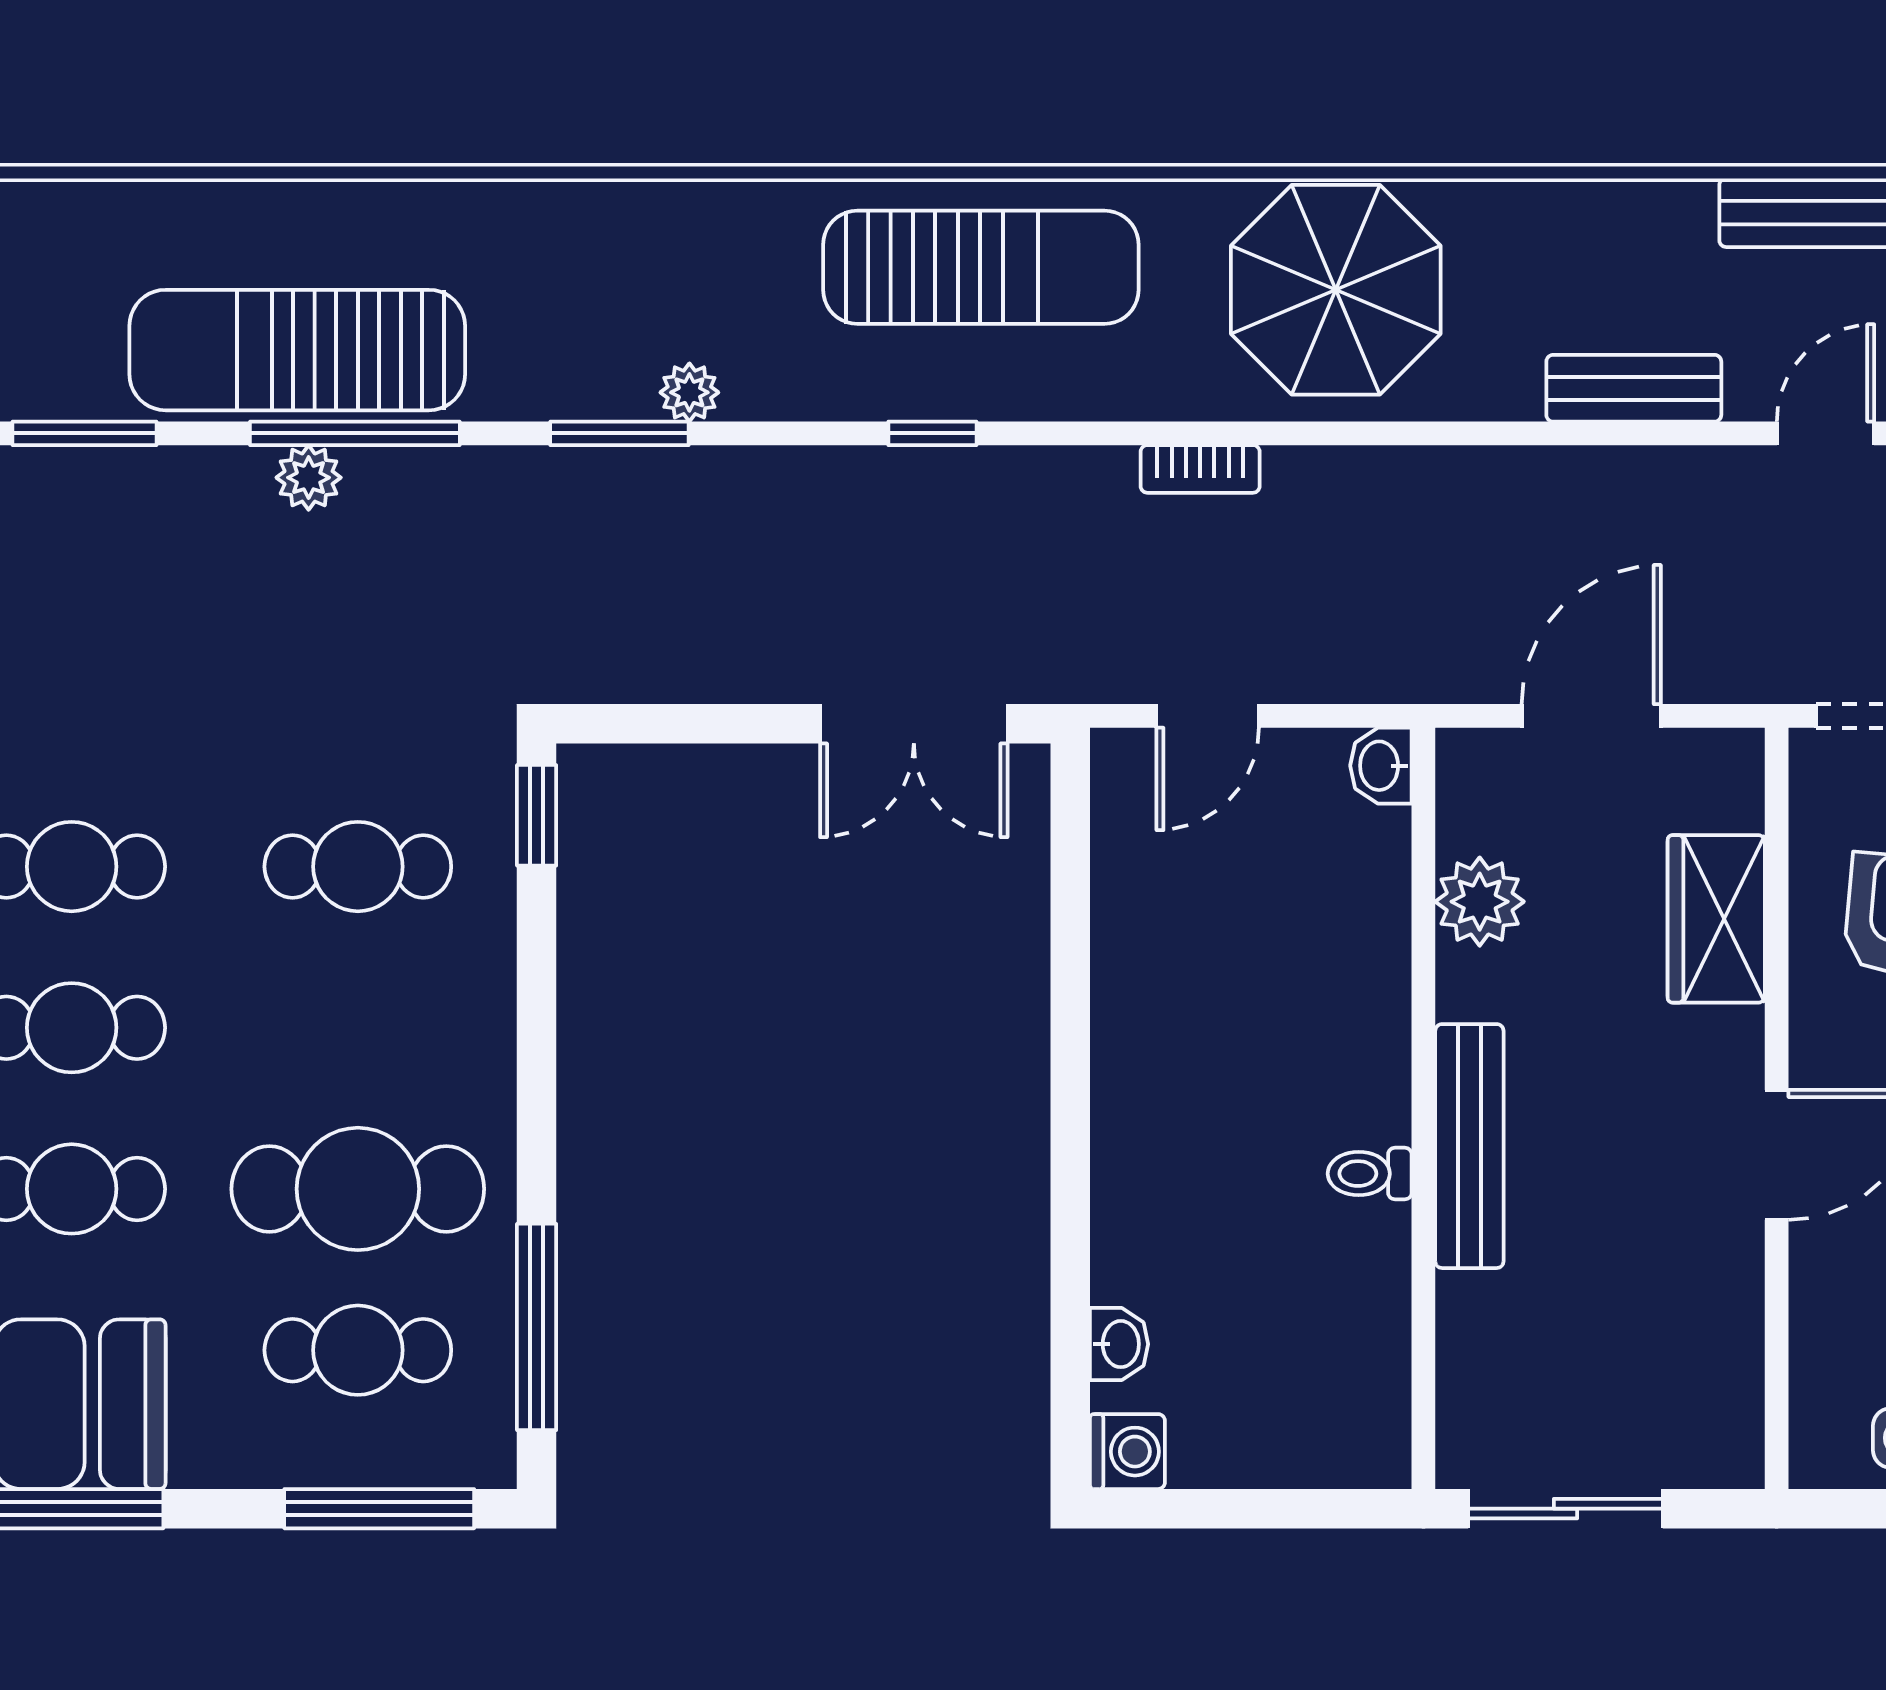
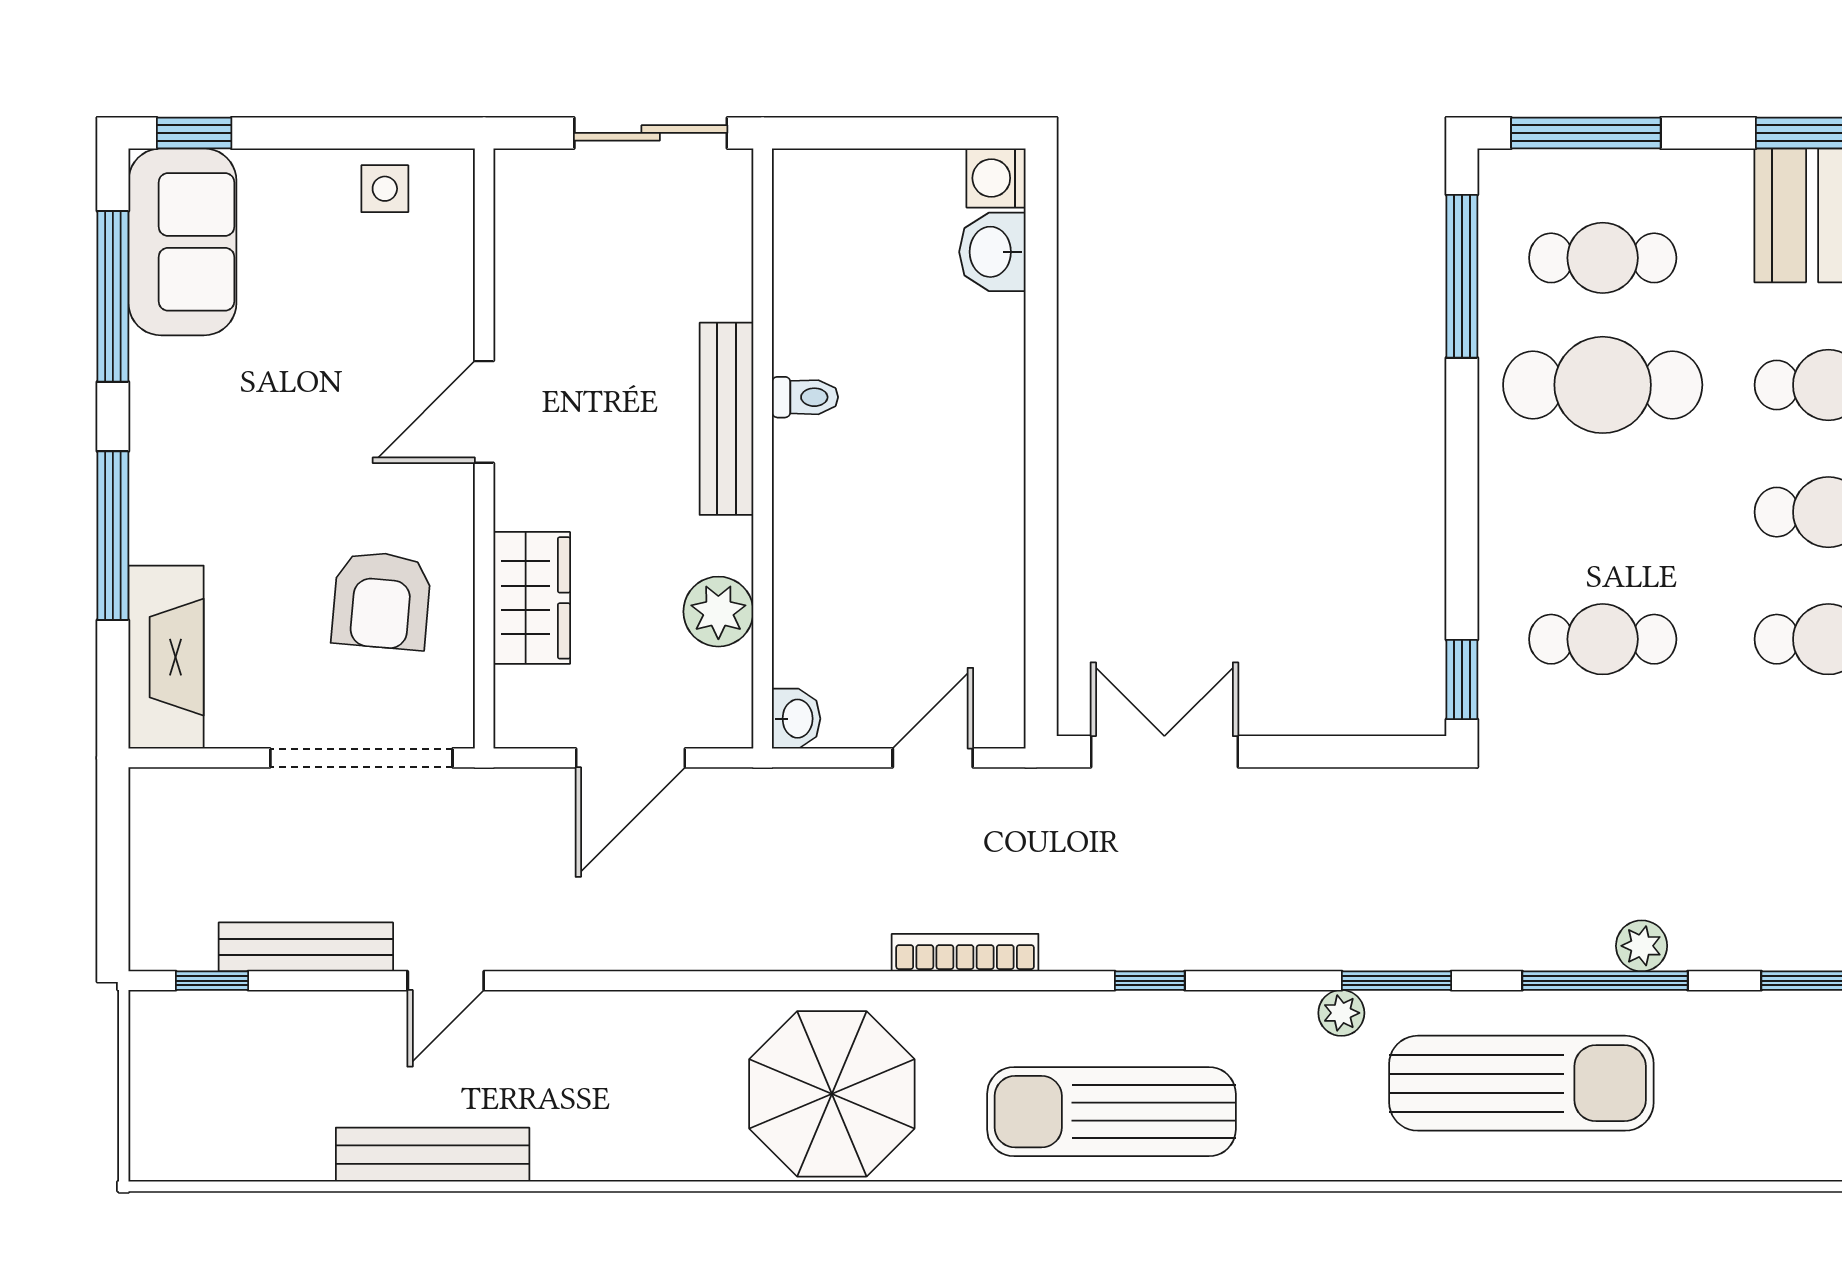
sun lounger: (297, 350) -> (1521, 1083), moved
bench: (1634, 388) -> (597, 1016), removed
bookcase: (1200, 469) -> (965, 953), width x1.56
washbasin: (1119, 1344) -> (992, 252), width x1.38, depth x1.45

